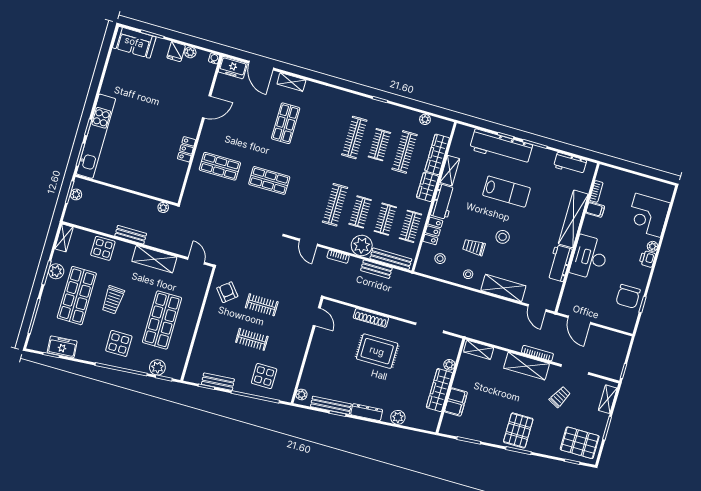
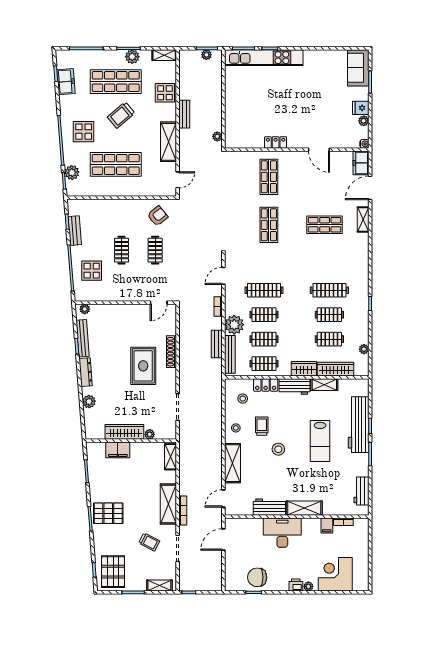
clothes rail: (405, 152) -> (329, 339), width x0.73
shelving: (573, 219) -> (304, 508), width x0.68
trolley: (113, 300) -> (121, 115), turned -43

